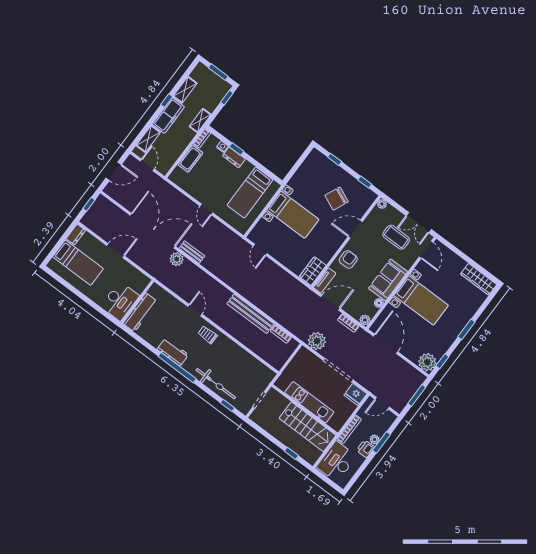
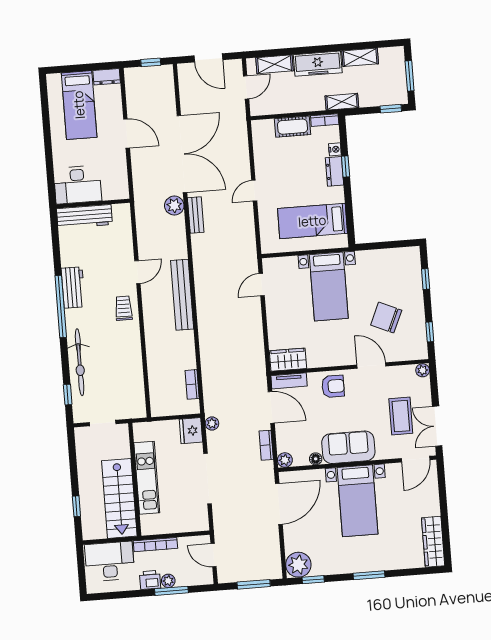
window: (167, 101) -> (332, 48), removed
bench: (250, 314) -> (182, 295), moved
plant: (317, 341) -> (212, 423), width x0.53, depth x0.53
fridge: (355, 394) -> (191, 431), moved

